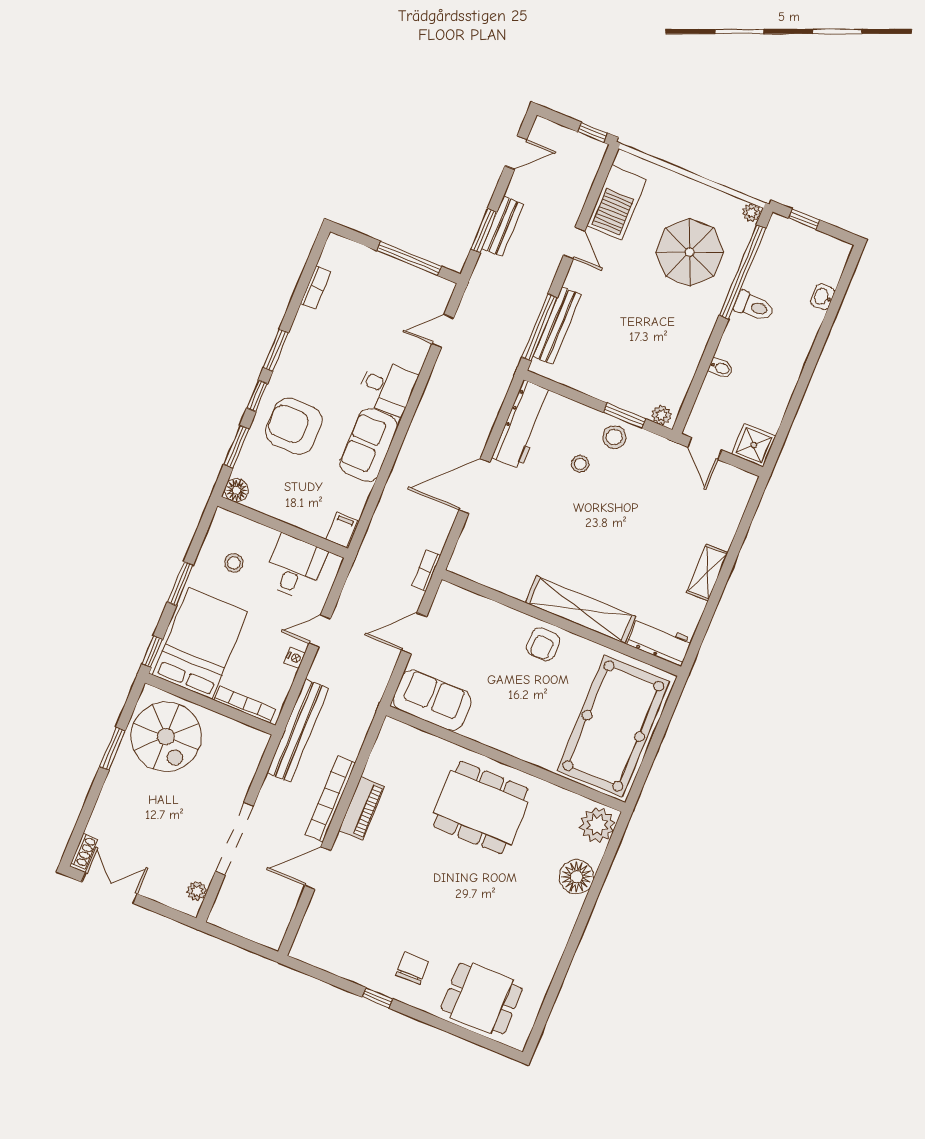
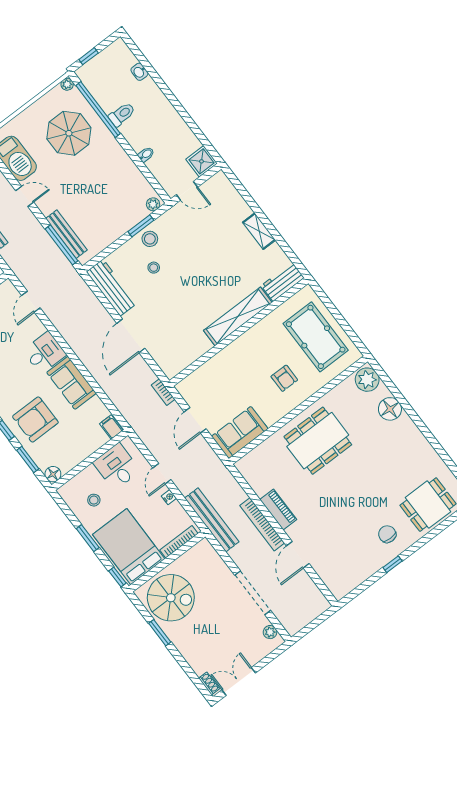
armchair: (543, 644) -> (284, 378), moved
pool table: (613, 726) -> (316, 337), width x0.73, depth x0.76

